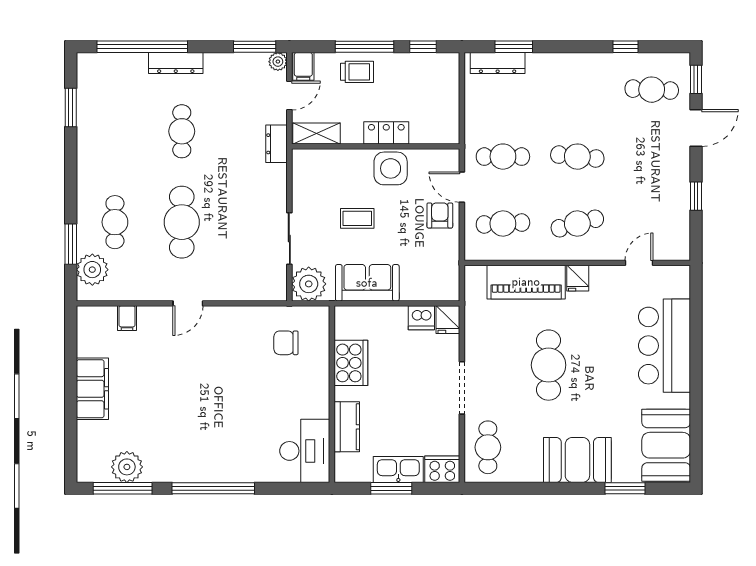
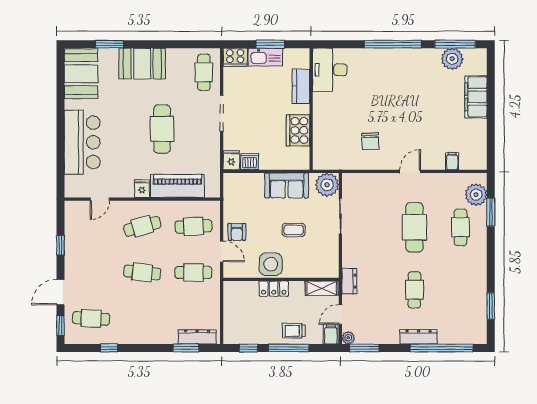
chair: (286, 343) -> (370, 141), moved, turned 87
filing cabinet: (92, 389) -> (476, 97), moved

